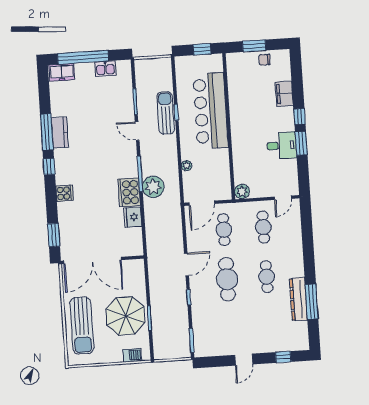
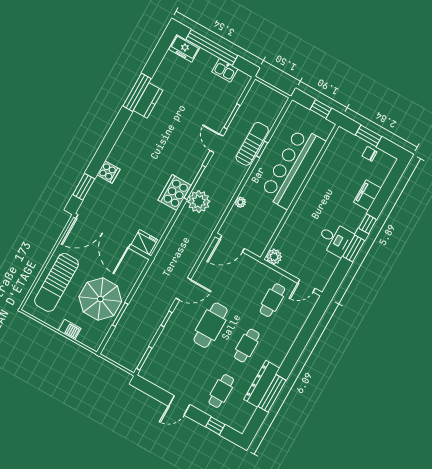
window: (49, 166) -> (119, 124), removed
cooker: (65, 193) -> (108, 172), moved
fridge: (133, 217) -> (144, 242), moved, turned 90
cafe table: (224, 230) -> (221, 391), moved
barbecue: (132, 355) -> (70, 329), moved

